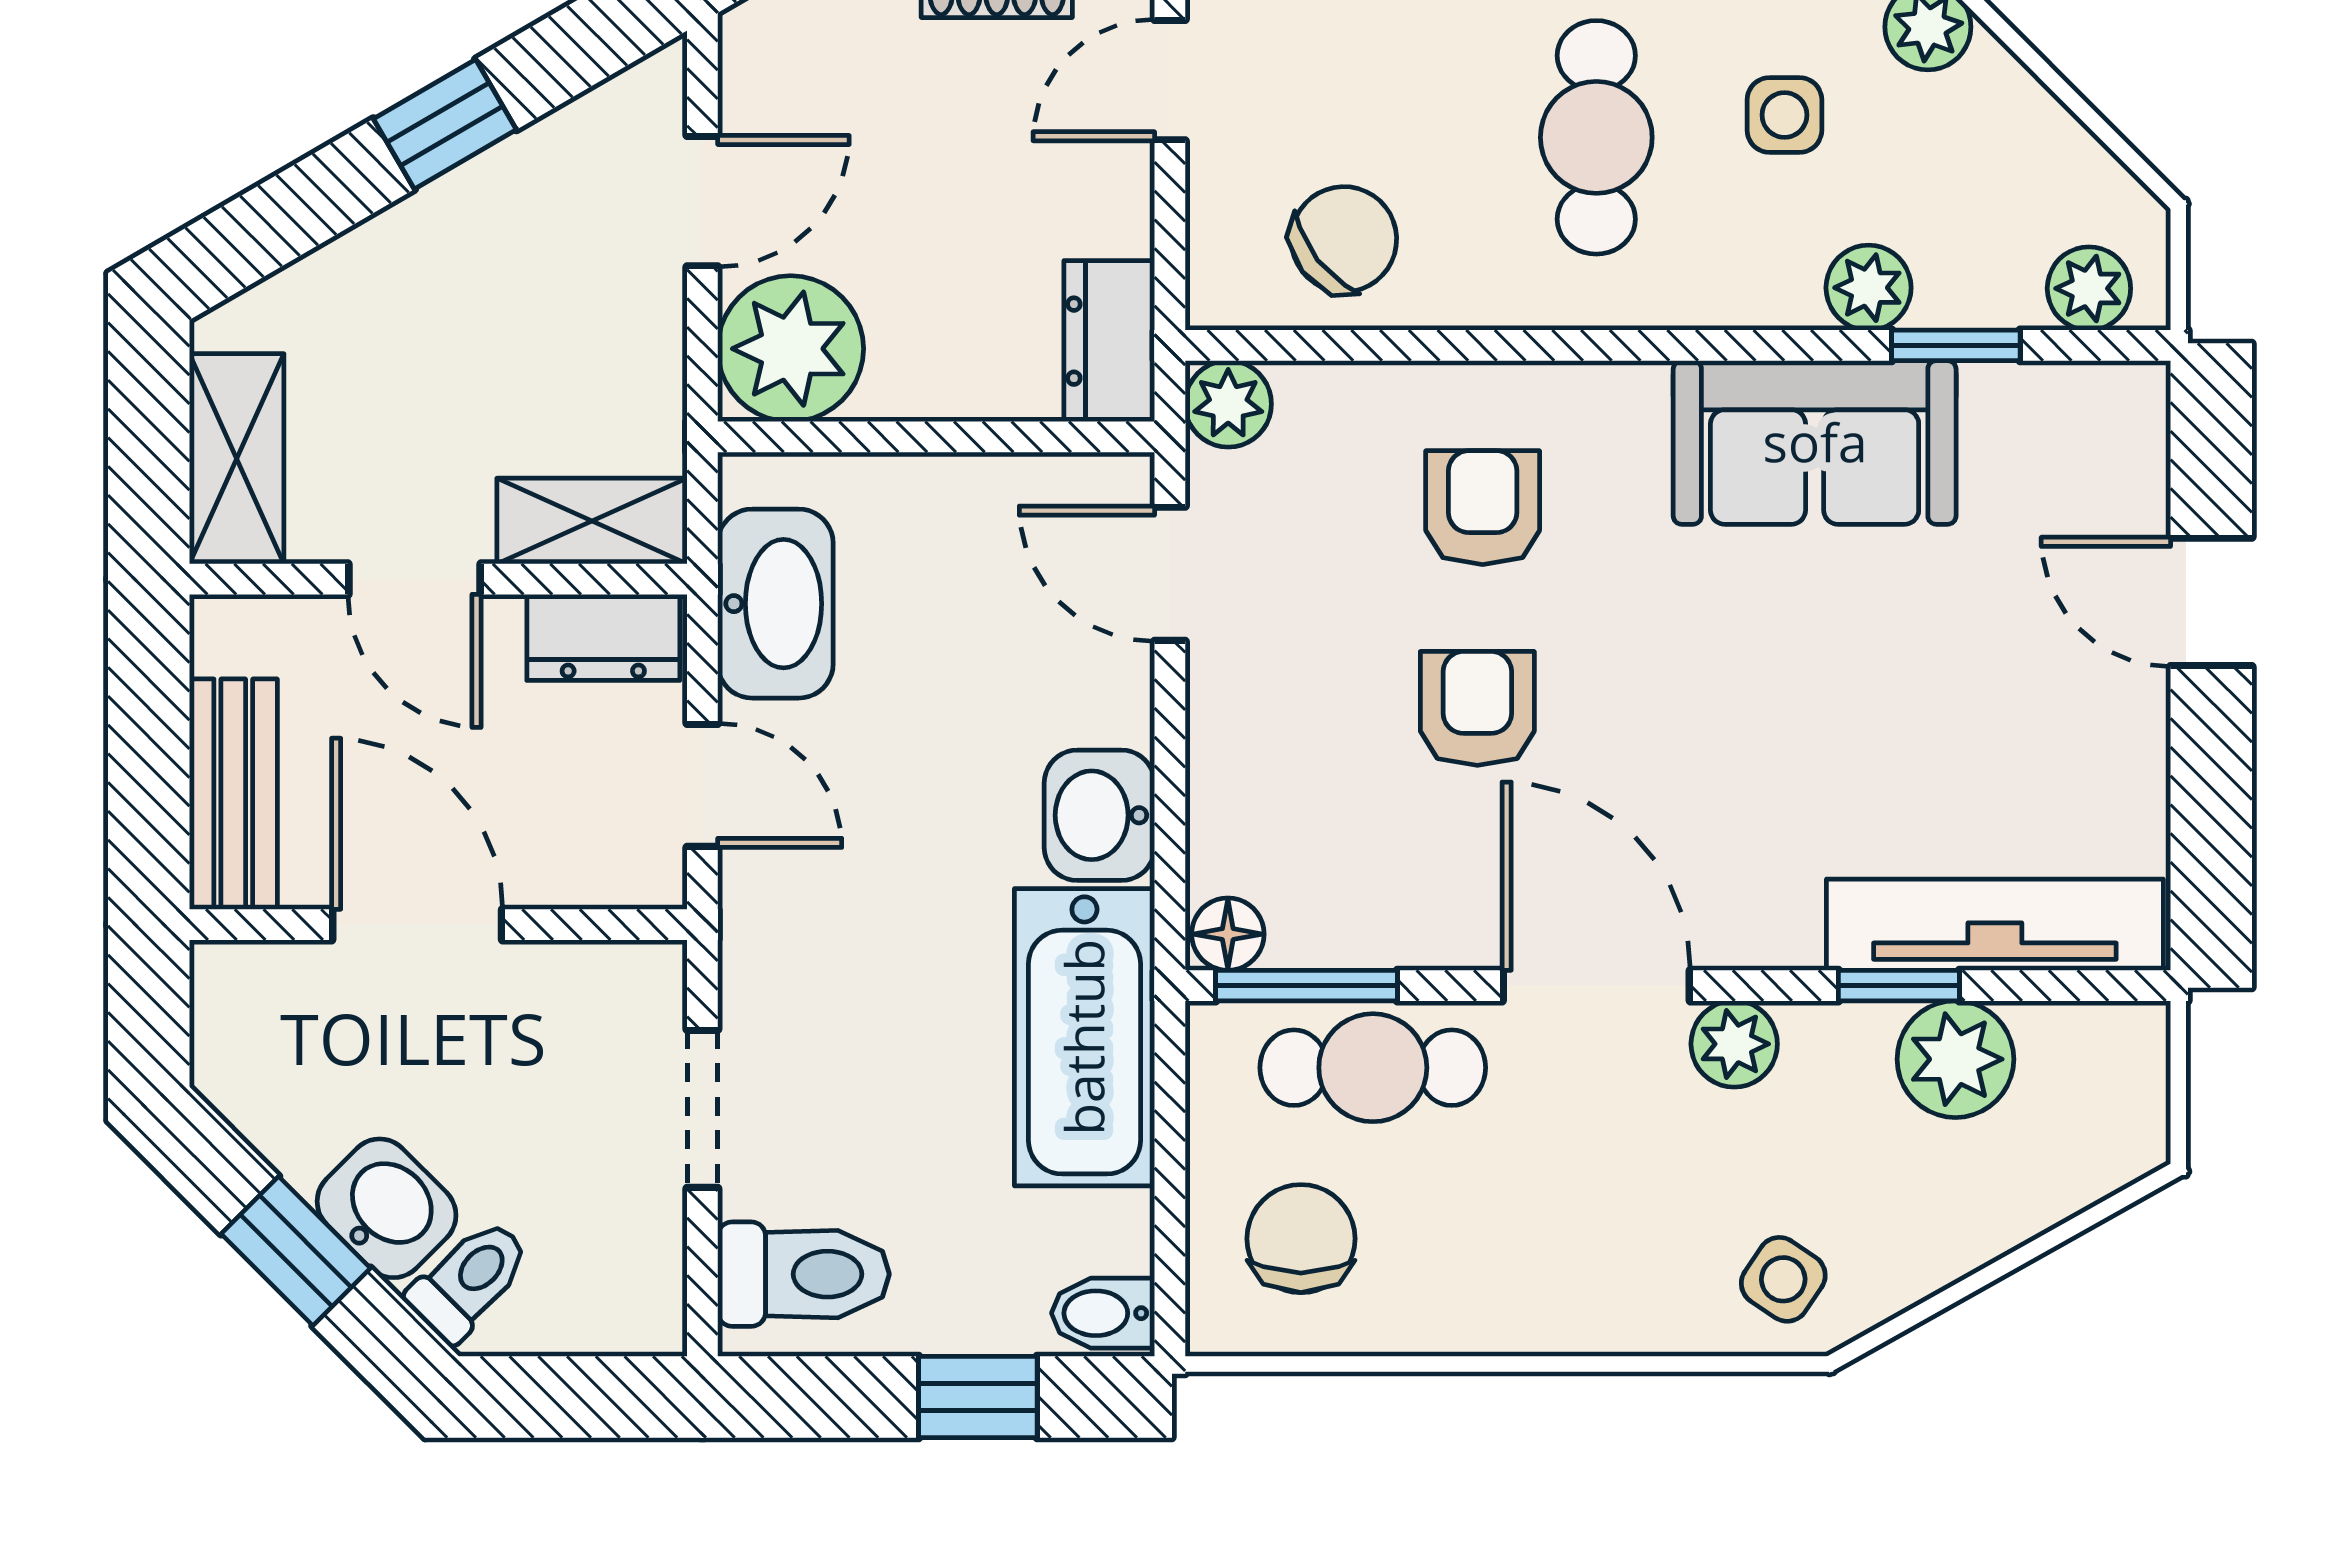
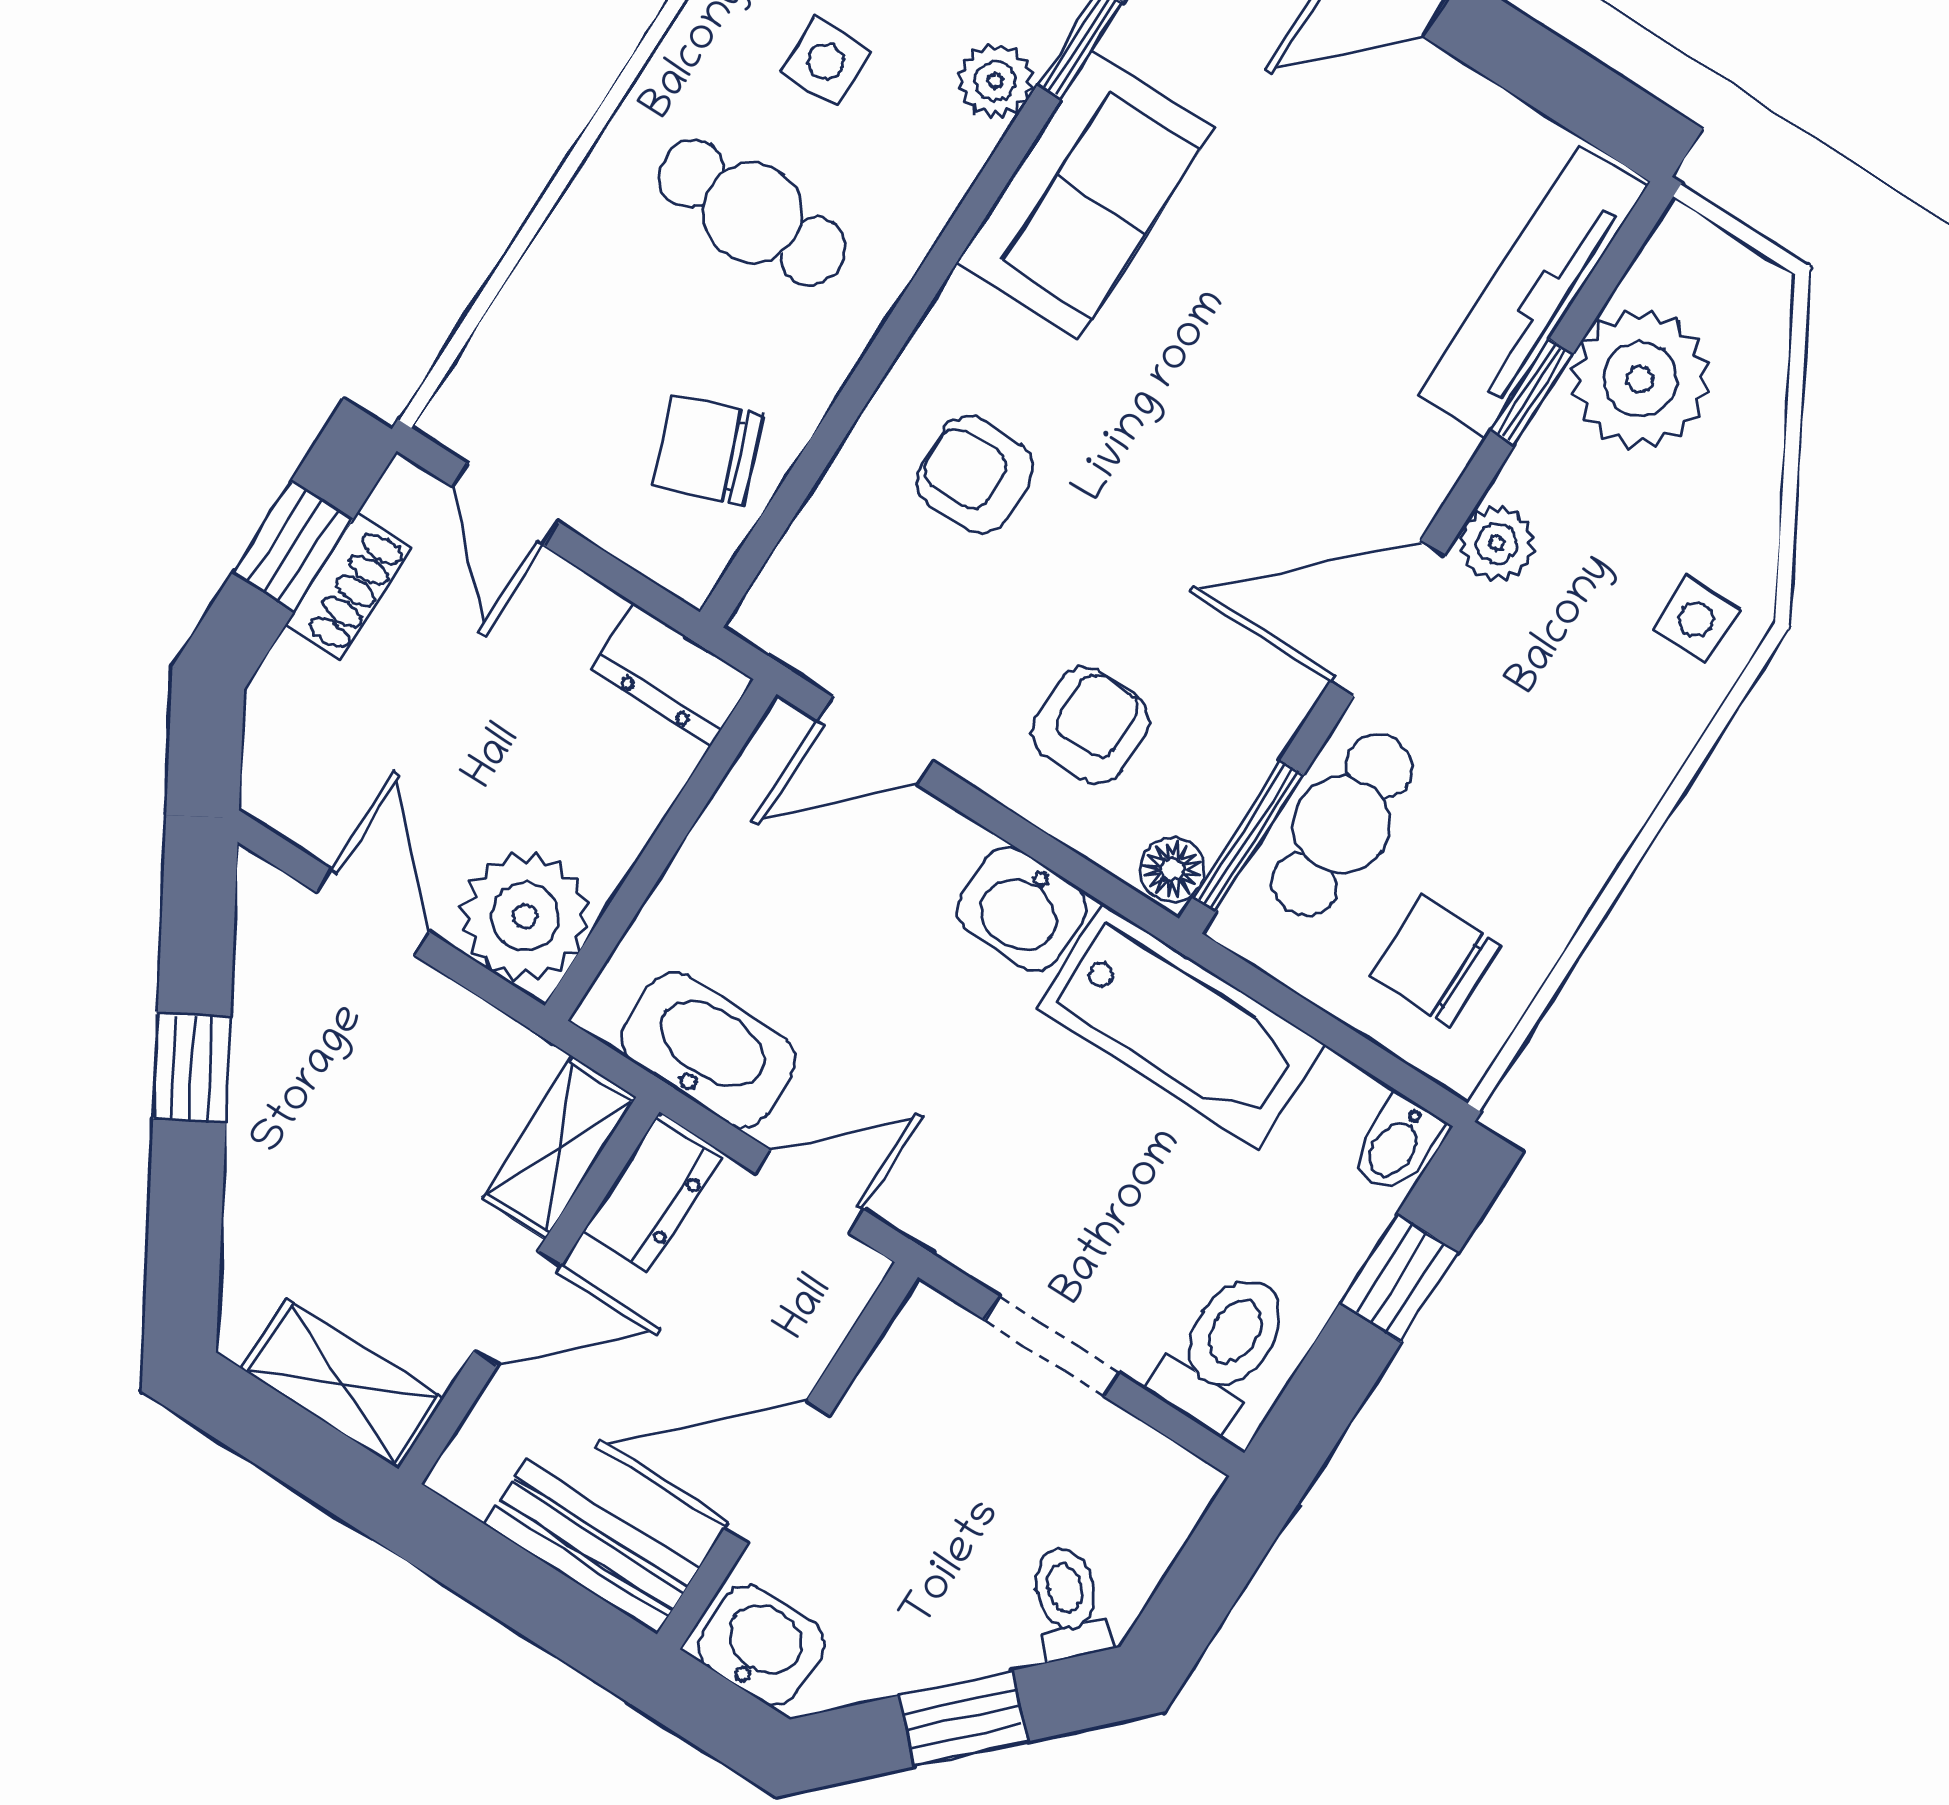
chair: (1344, 239) -> (708, 450), turned -72
plant: (1228, 404) -> (776, 616), removed
armchair: (1477, 708) -> (1090, 726), moved, turned 90
plant: (1955, 1059) -> (1640, 379), width x1.36, depth x1.36
washbasin: (387, 1208) -> (761, 1645), moved, turned 45
side table: (1783, 1279) -> (1696, 619), turned -34

